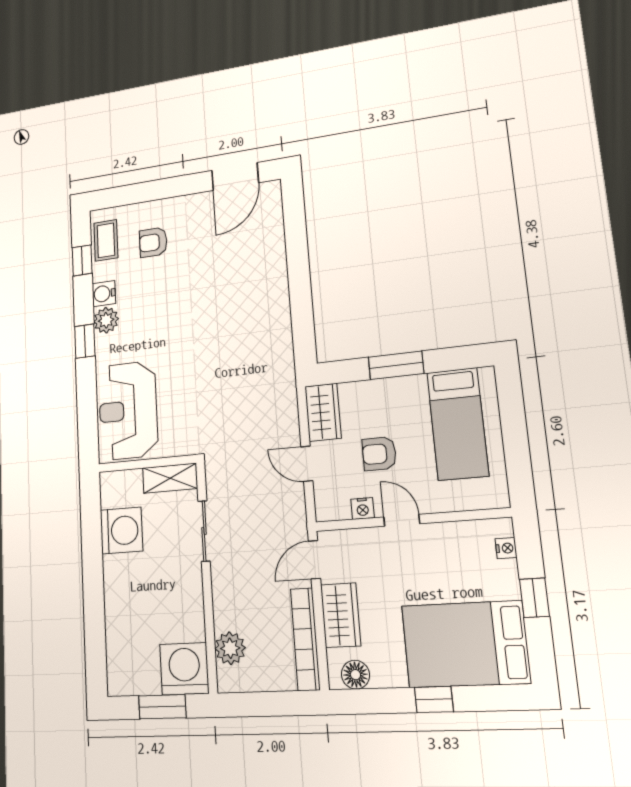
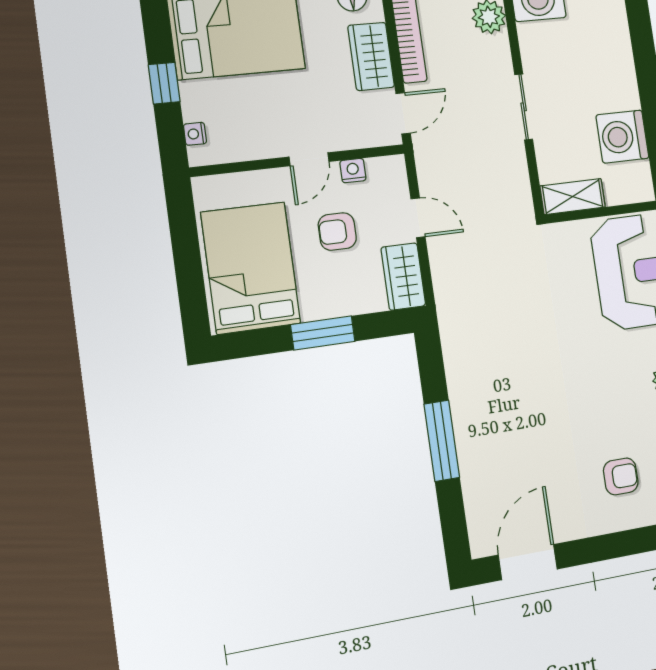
window: (299, 273) -> (442, 441), added
bed: (458, 424) -> (251, 268), width x1.50
armchair: (379, 454) -> (337, 232), turned 180
door: (402, 520) -> (309, 159), hinge flipped
sliding door: (204, 531) -> (524, 107), moved

